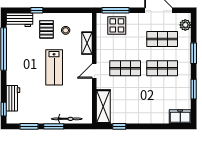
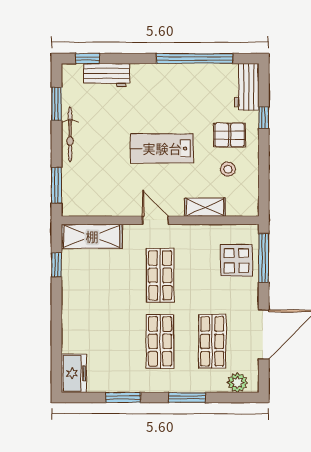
bicycle: (67, 119) -> (70, 134), moved
window: (54, 126) -> (56, 185), moved

